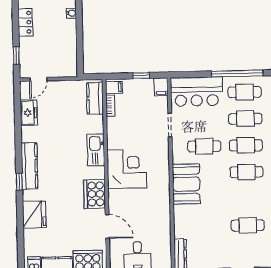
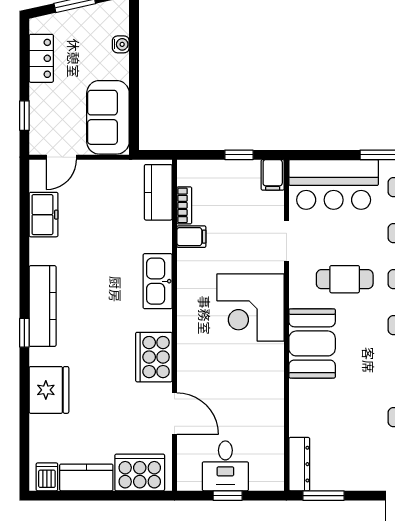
sofa: (65, 56) -> (108, 117), added
filing cabinet: (114, 87) -> (191, 237), moved
corner desk: (127, 169) -> (250, 308), moved, turned 180

